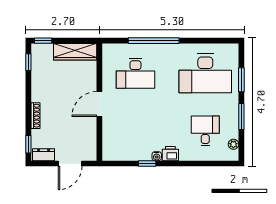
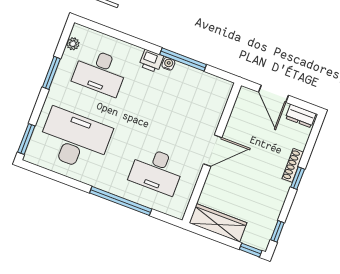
desk: (135, 73) -> (157, 171), turned 180
window: (241, 80) -> (26, 139), moved
desk: (205, 131) -> (100, 72), width x1.37
window: (28, 144) -> (298, 178), moved
door: (70, 164) -> (273, 94), swing flipped
window: (147, 164) -> (183, 60), width x2.17

